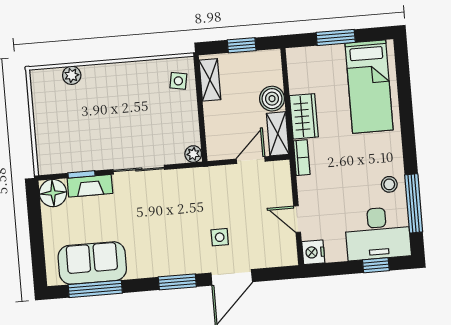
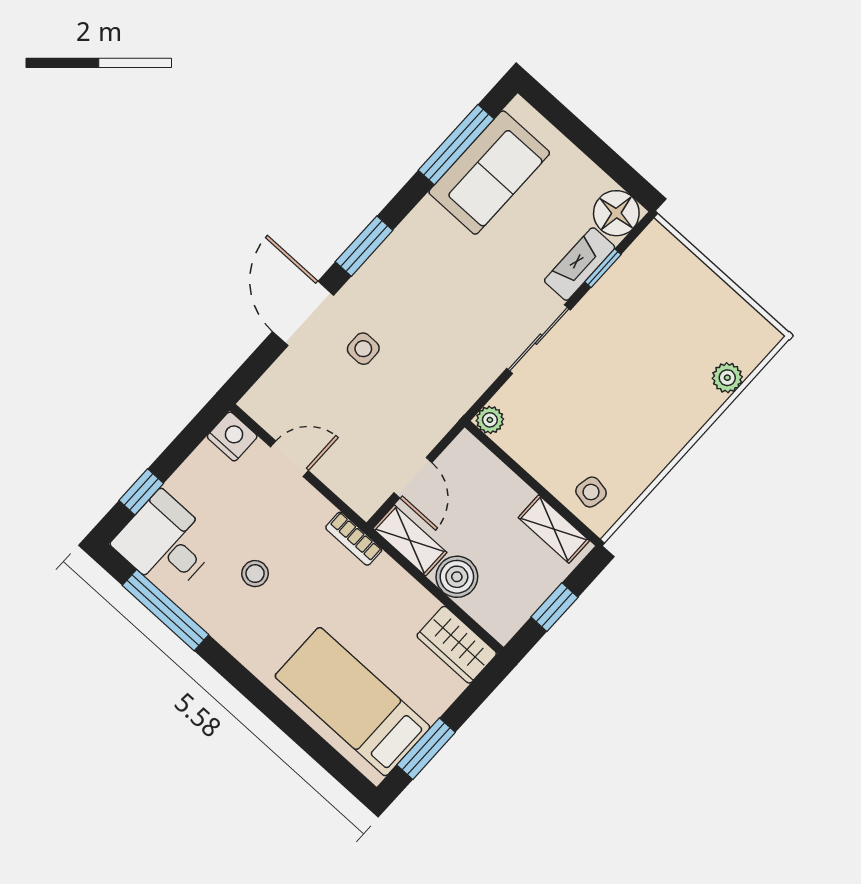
window: (336, 37) -> (426, 749), moved
wardrobe: (304, 116) -> (457, 645), moved
stool: (389, 184) -> (255, 574), moved
desk: (378, 233) -> (166, 543), width x0.73

